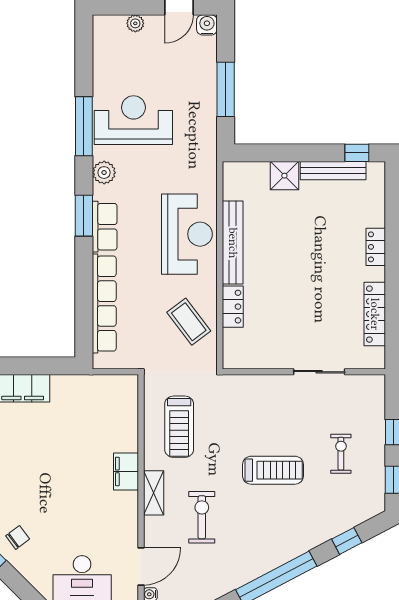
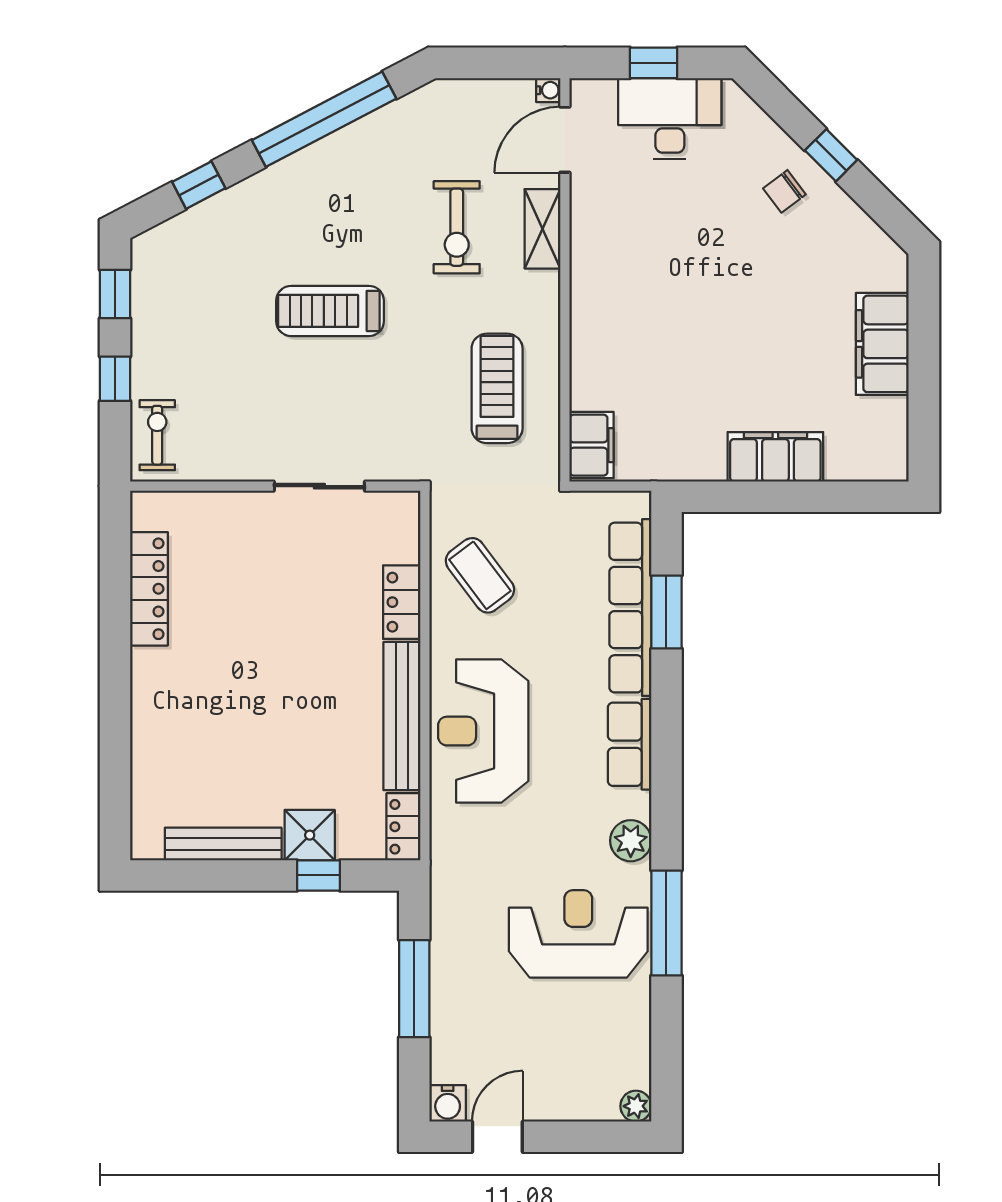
plant: (135, 23) -> (636, 1106), moved
reception desk: (133, 120) -> (578, 934), turned 180
window: (357, 153) -> (318, 875), moved
window: (84, 216) -> (666, 612), moved
locker: (376, 247) -> (403, 827), moved, turned 180
sliding door: (319, 372) -> (319, 486), moved
exercise bike: (341, 454) -> (157, 435), moved, turned 180
filing cabinet: (126, 471) -> (592, 445), moved
shelving: (154, 493) -> (542, 229), moved

